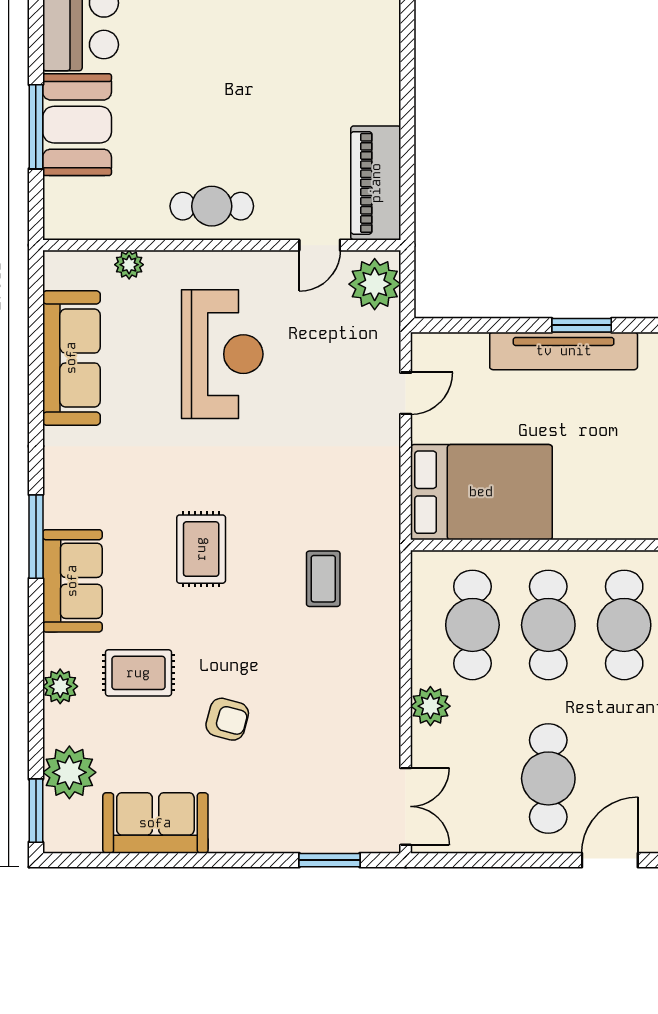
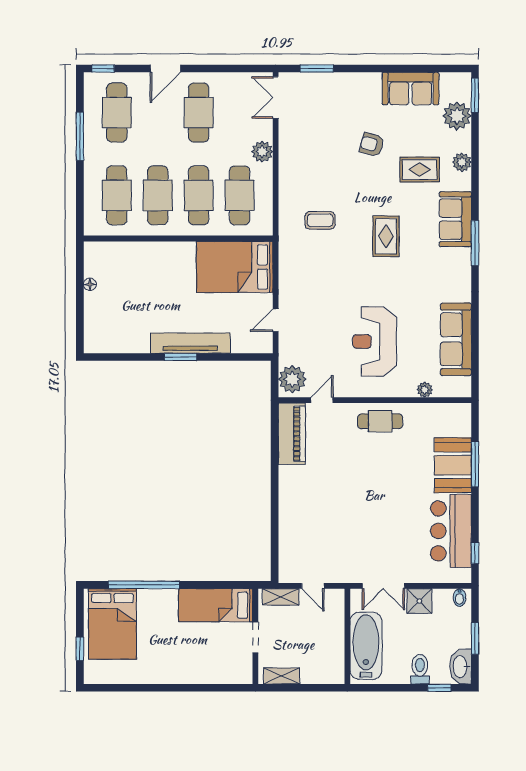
coffee table: (323, 579) -> (320, 220), turned 90

